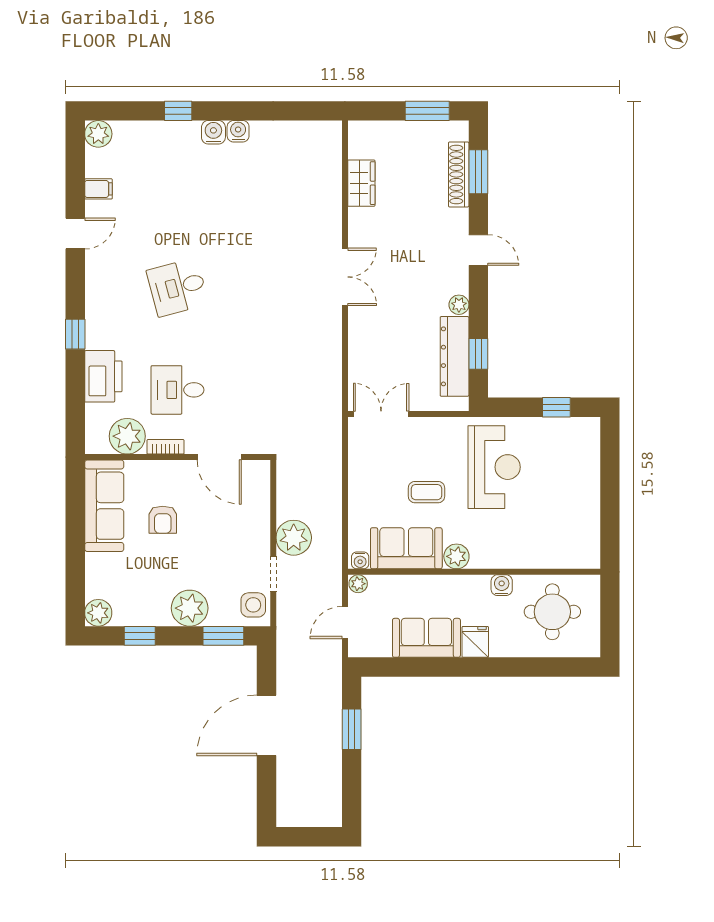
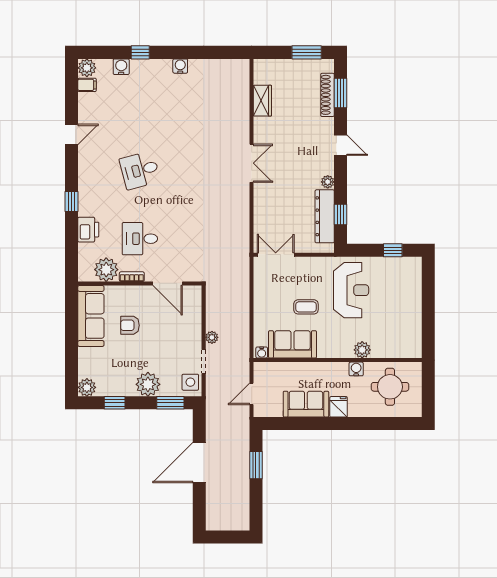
water cooler: (213, 132) -> (121, 67), moved
filing cabinet: (98, 189) -> (87, 85), moved
printer: (103, 376) -> (88, 230), width x0.73, depth x0.84
armchair: (163, 520) -> (130, 325), turned 90
plant: (294, 538) -> (212, 337), width x0.53, depth x0.53
plant: (456, 556) -> (362, 350), moved
plant: (358, 584) -> (260, 368), removed

